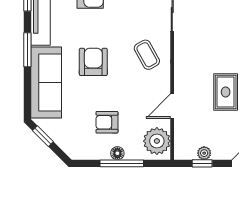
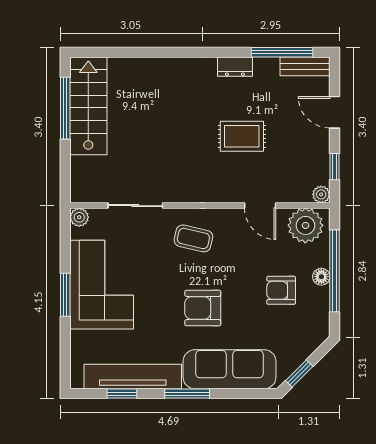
coffee table: (147, 55) -> (193, 238), turned 42
armchair: (107, 122) -> (281, 290), turned 90
plant: (204, 153) -> (321, 194), moved
window: (122, 163) -> (335, 271), width x1.46

